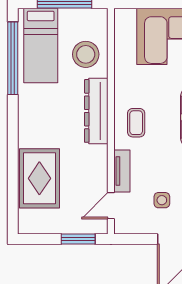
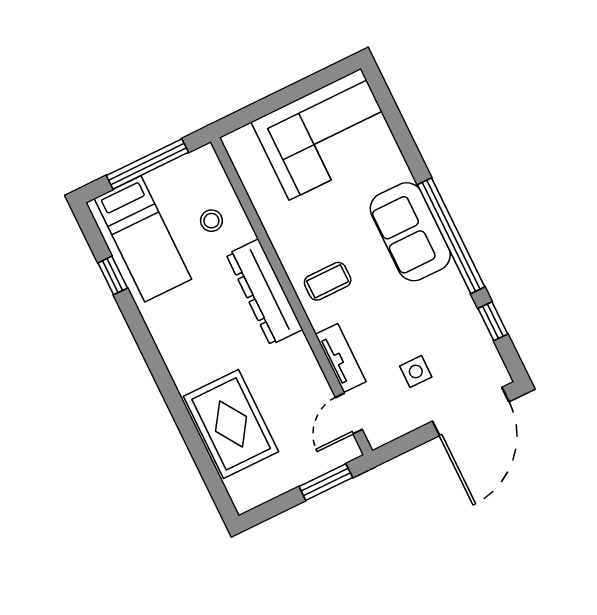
stool: (86, 54) -> (211, 221), width x0.53, depth x0.53
window: (13, 58) -> (113, 275), width x0.32
coffee table: (136, 123) -> (328, 281), turned 90

